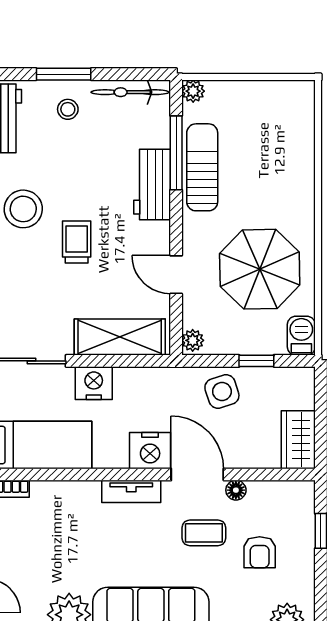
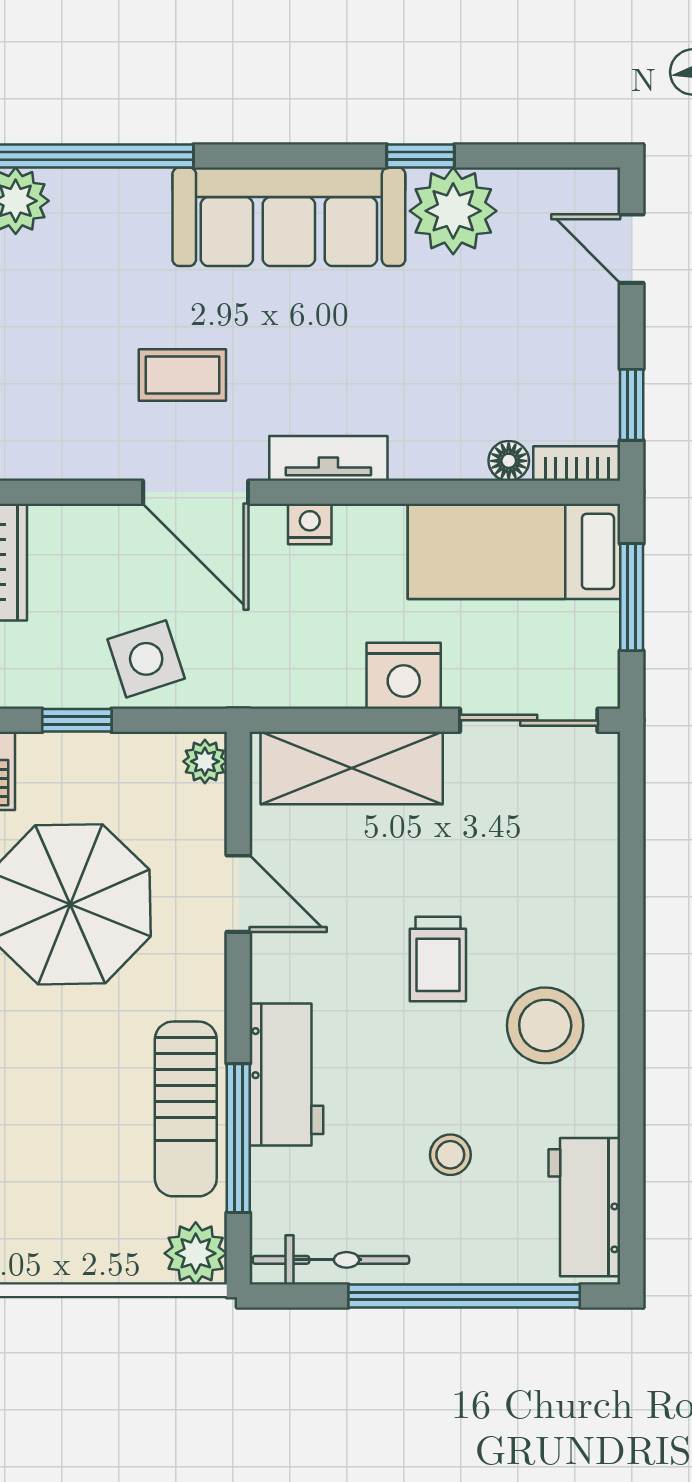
window: (64, 74) -> (464, 1296), width x2.11
plant: (193, 91) -> (196, 1253), width x1.38, depth x1.38
stool: (68, 109) -> (450, 1155), moved
nightstand: (150, 451) -> (310, 524), width x0.53, depth x0.56
floor lamp: (236, 490) -> (509, 461), moved
armchair: (260, 552) -> (71, 336), removed

